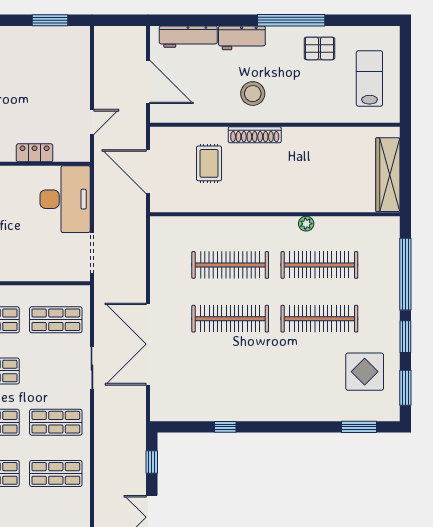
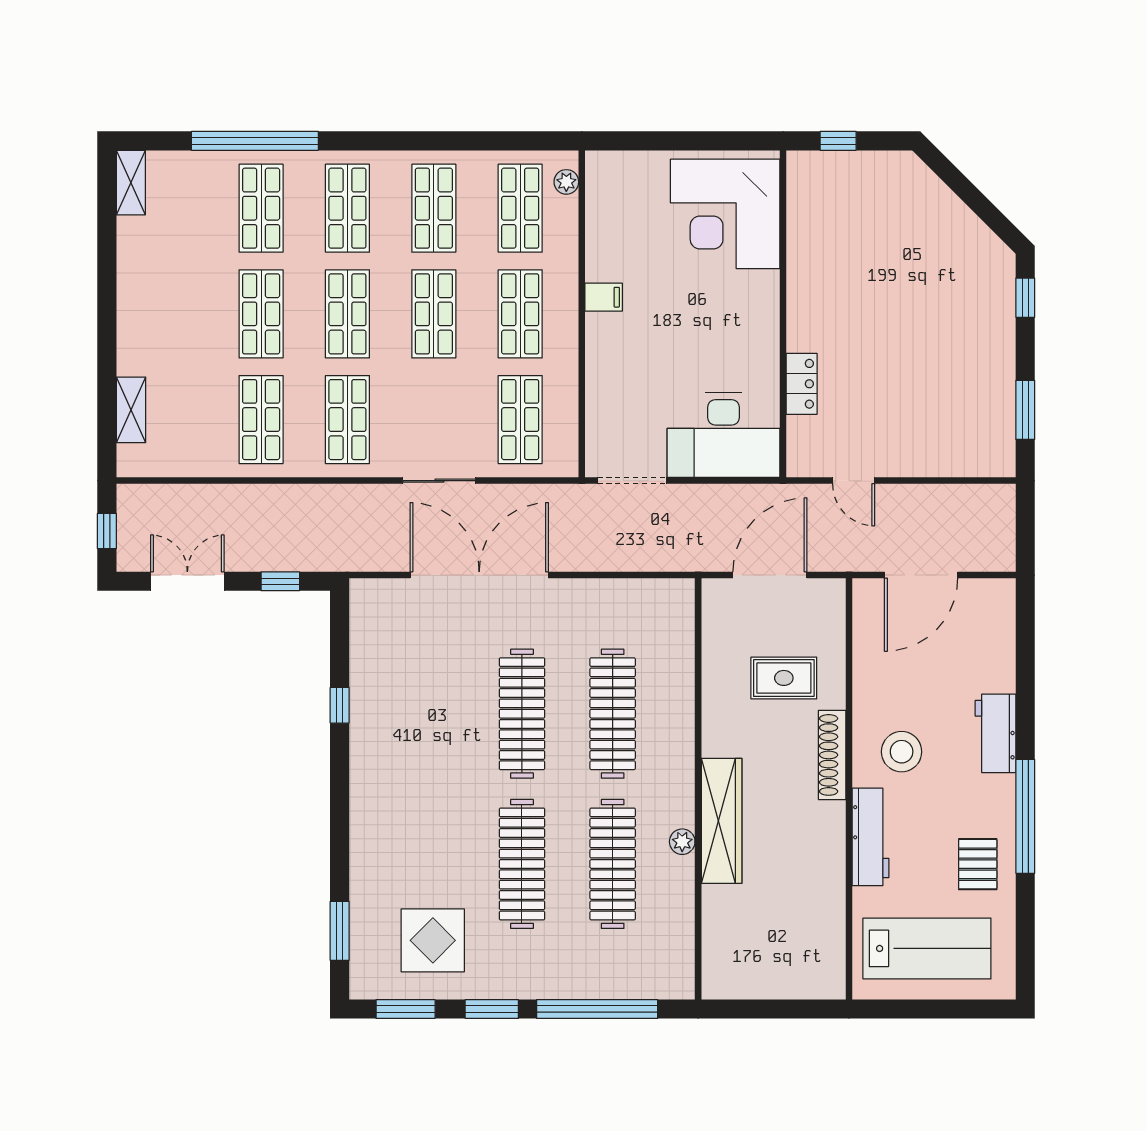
workbench: (188, 37) -> (871, 837), moved, turned 180
lab bench: (369, 79) -> (927, 948), width x1.36, depth x1.39
wardrobe: (388, 175) -> (722, 821), moved, turned 90

